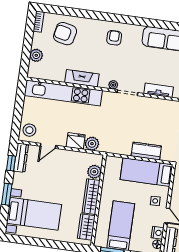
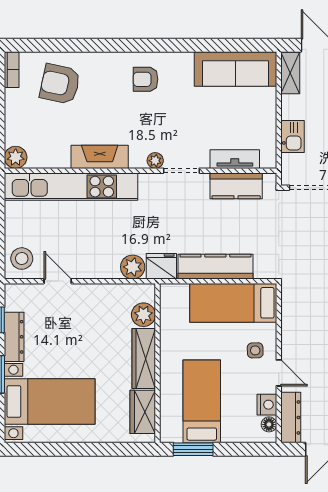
armchair: (114, 38) -> (146, 79), turned -90
plant: (36, 55) -> (16, 157), moved
kitchen counter: (157, 106) -> (236, 186), added
fridge: (76, 141) -> (161, 266), moved
door: (48, 146) -> (58, 281), swing flipped
kitchen counter: (146, 151) -> (215, 267), width x1.50
dresser: (21, 158) -> (14, 337), moved

